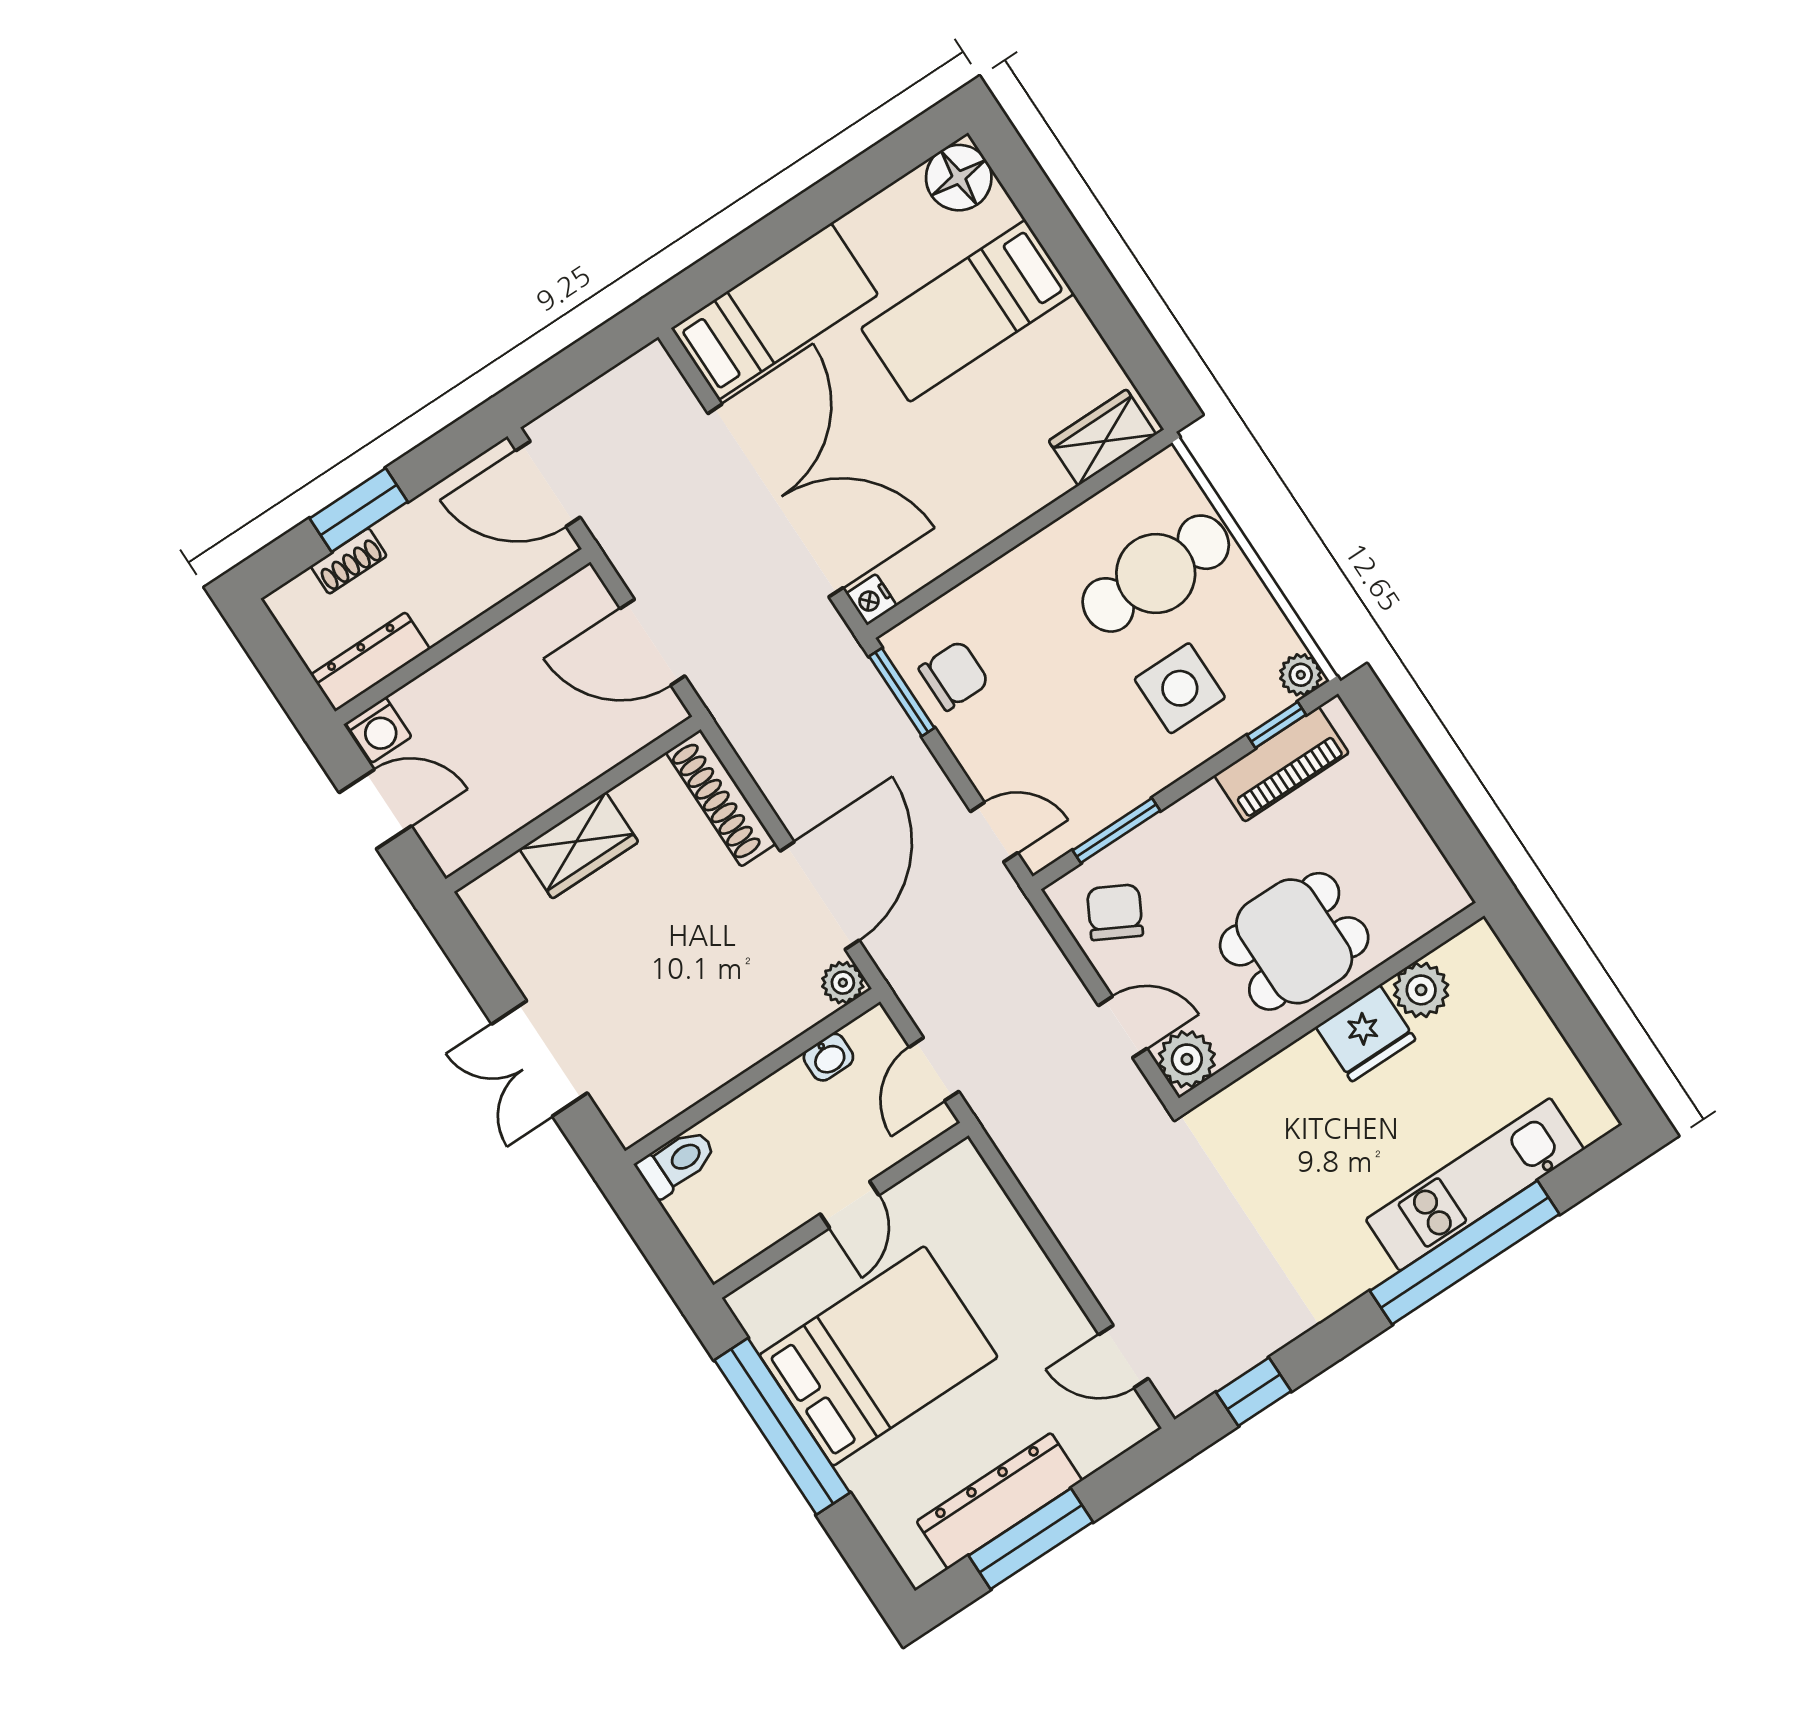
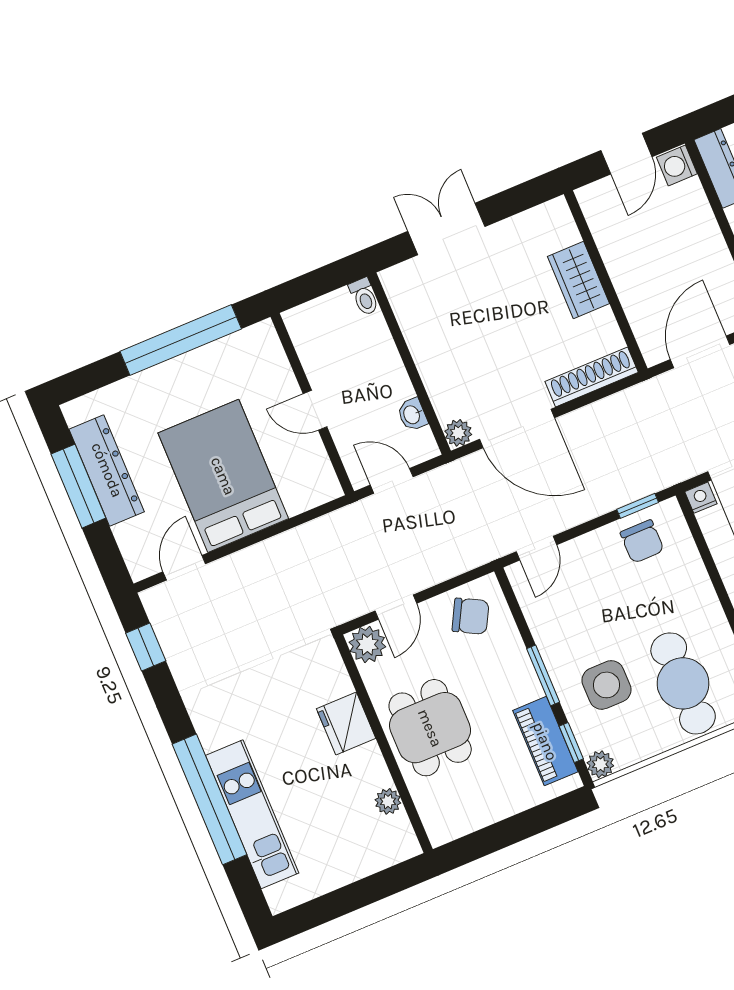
window: (902, 692) -> (638, 506), width x0.67
window: (1116, 830) -> (543, 675), moved
plant: (1421, 990) -> (388, 801), width x0.73, depth x0.73
fridge: (1366, 1033) -> (346, 724), moved
toilet: (677, 1162) -> (364, 297), width x0.73, depth x0.72
bed: (879, 1356) -> (223, 476), moved, turned 180

